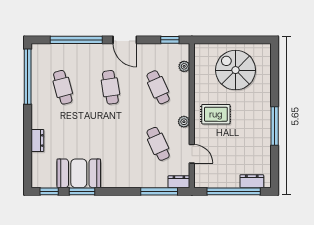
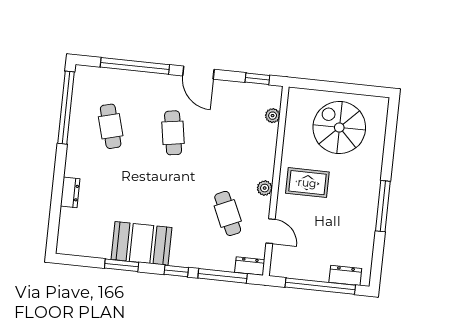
cafe table: (158, 87) -> (235, 139), removed
booth: (79, 173) -> (141, 243), moved
window: (49, 191) -> (176, 271), moved

